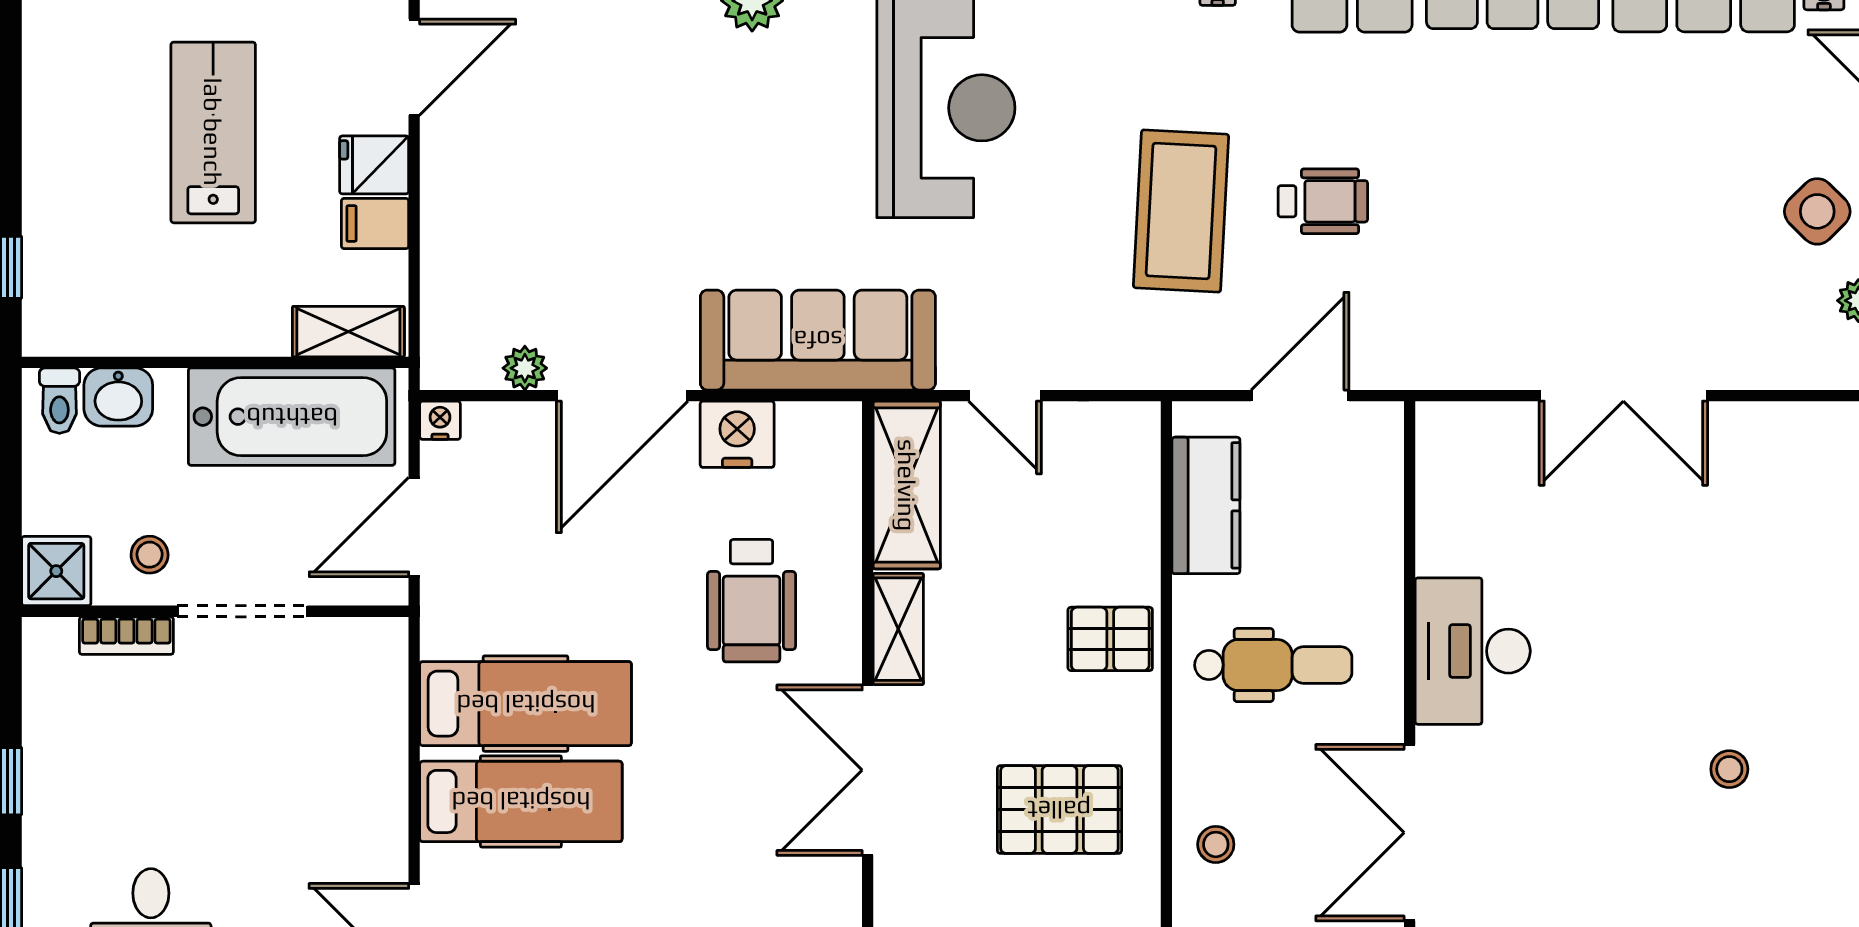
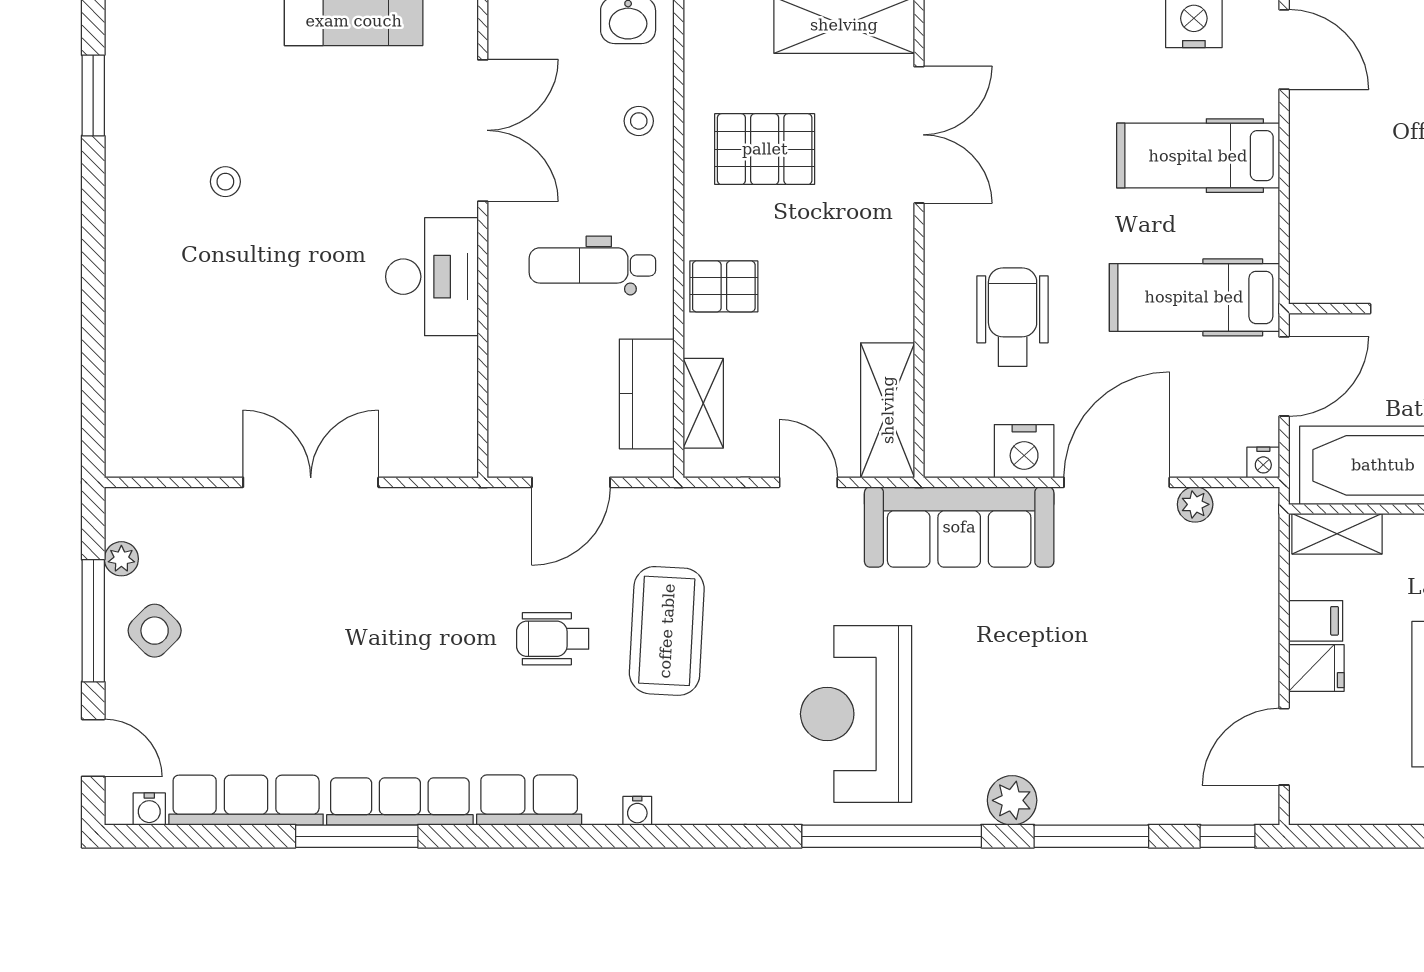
shelving: (898, 629) -> (703, 403), moved
hospital bed: (526, 704) -> (1194, 297), moved
double door: (868, 770) -> (919, 135), moved

